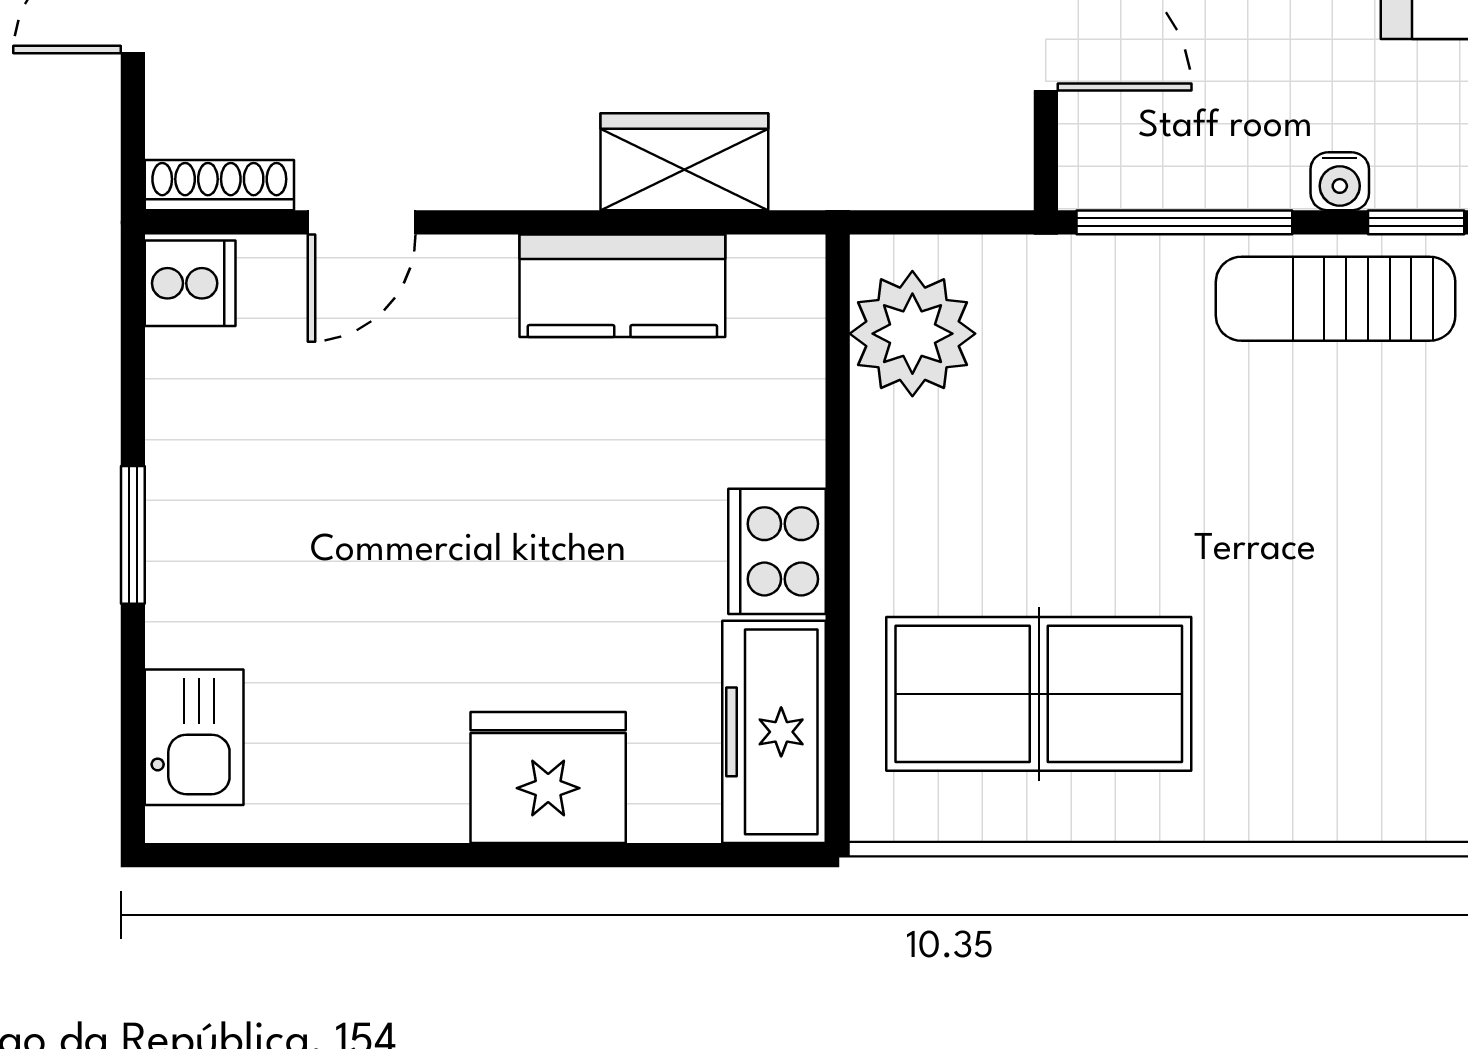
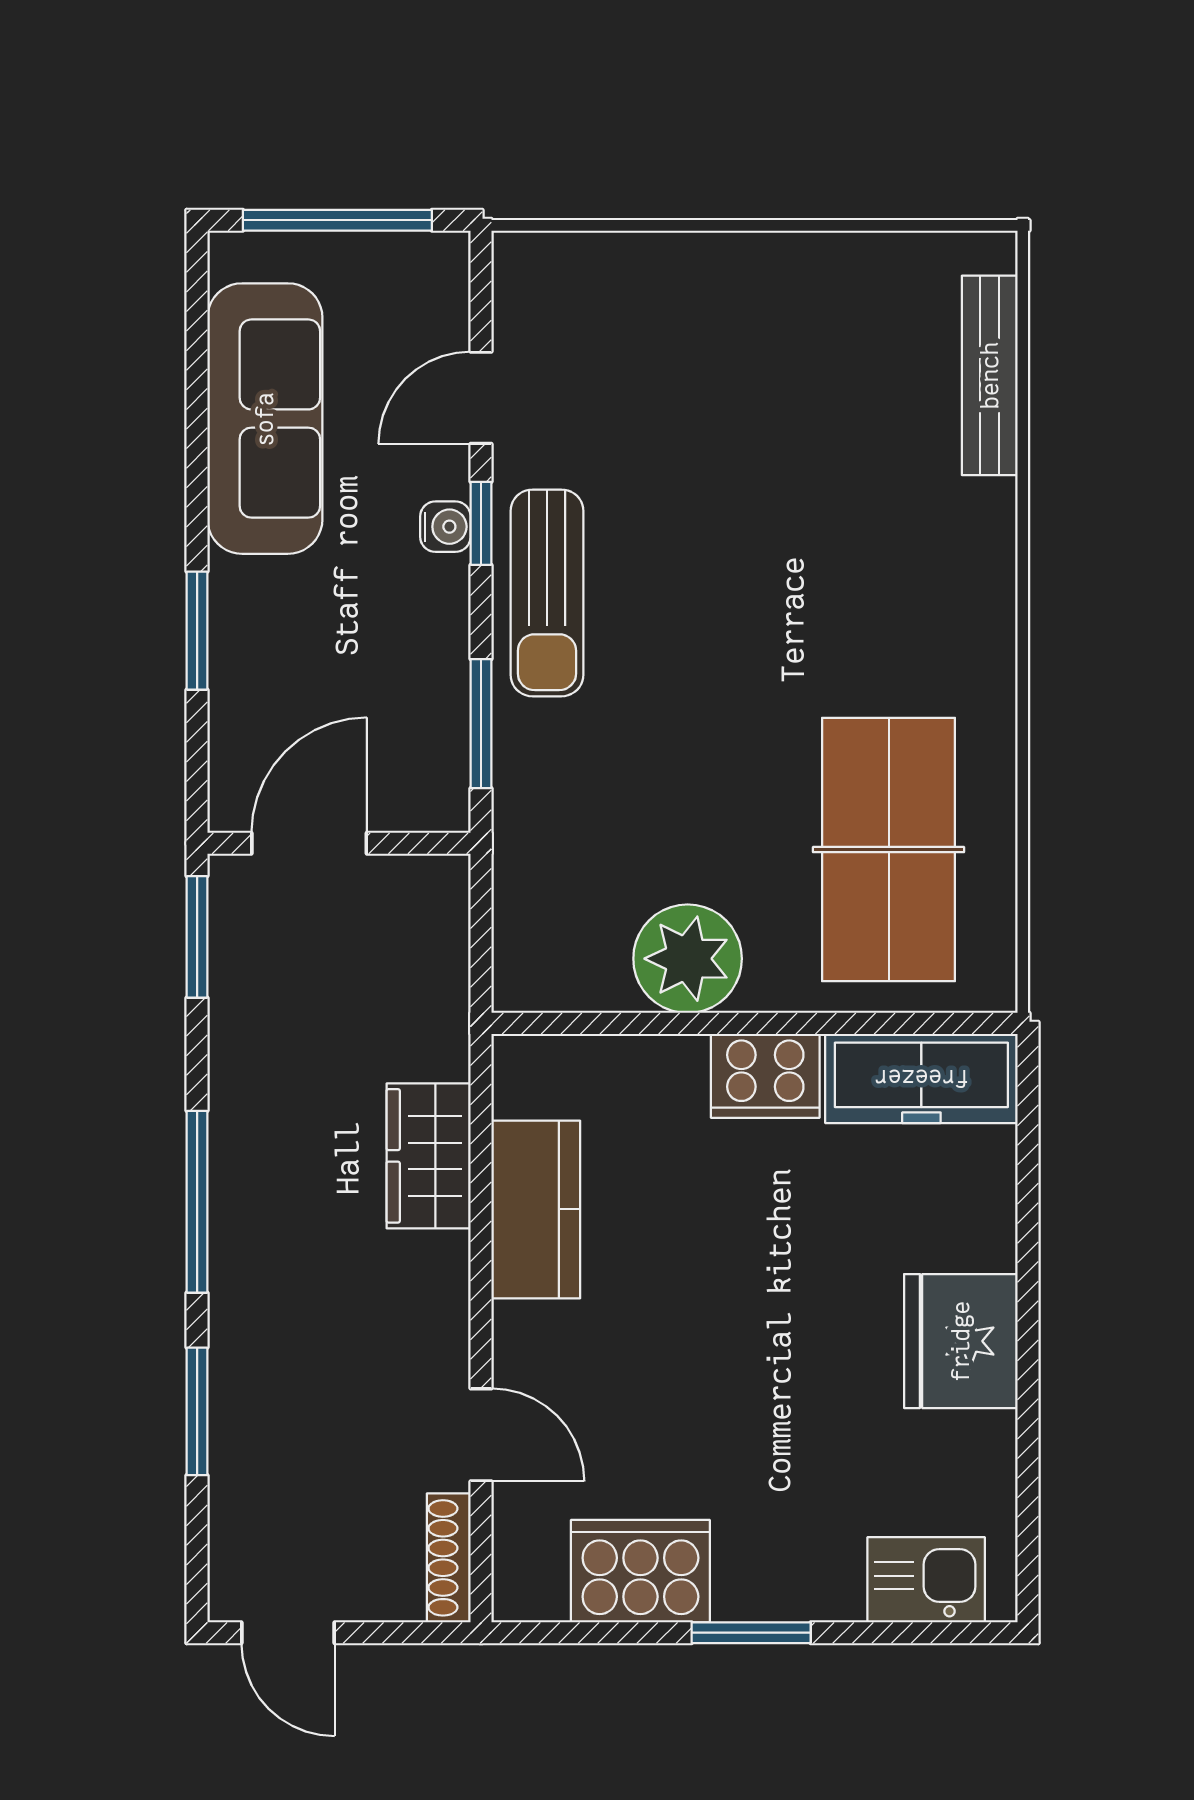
water cooler: (1340, 181) -> (445, 527), moved
window: (1184, 222) -> (481, 724), width x0.69
cooker: (190, 283) -> (640, 1571), moved, width x1.87, depth x1.31
plant: (912, 334) -> (688, 959), moved
fridge: (548, 778) -> (961, 1341), moved

